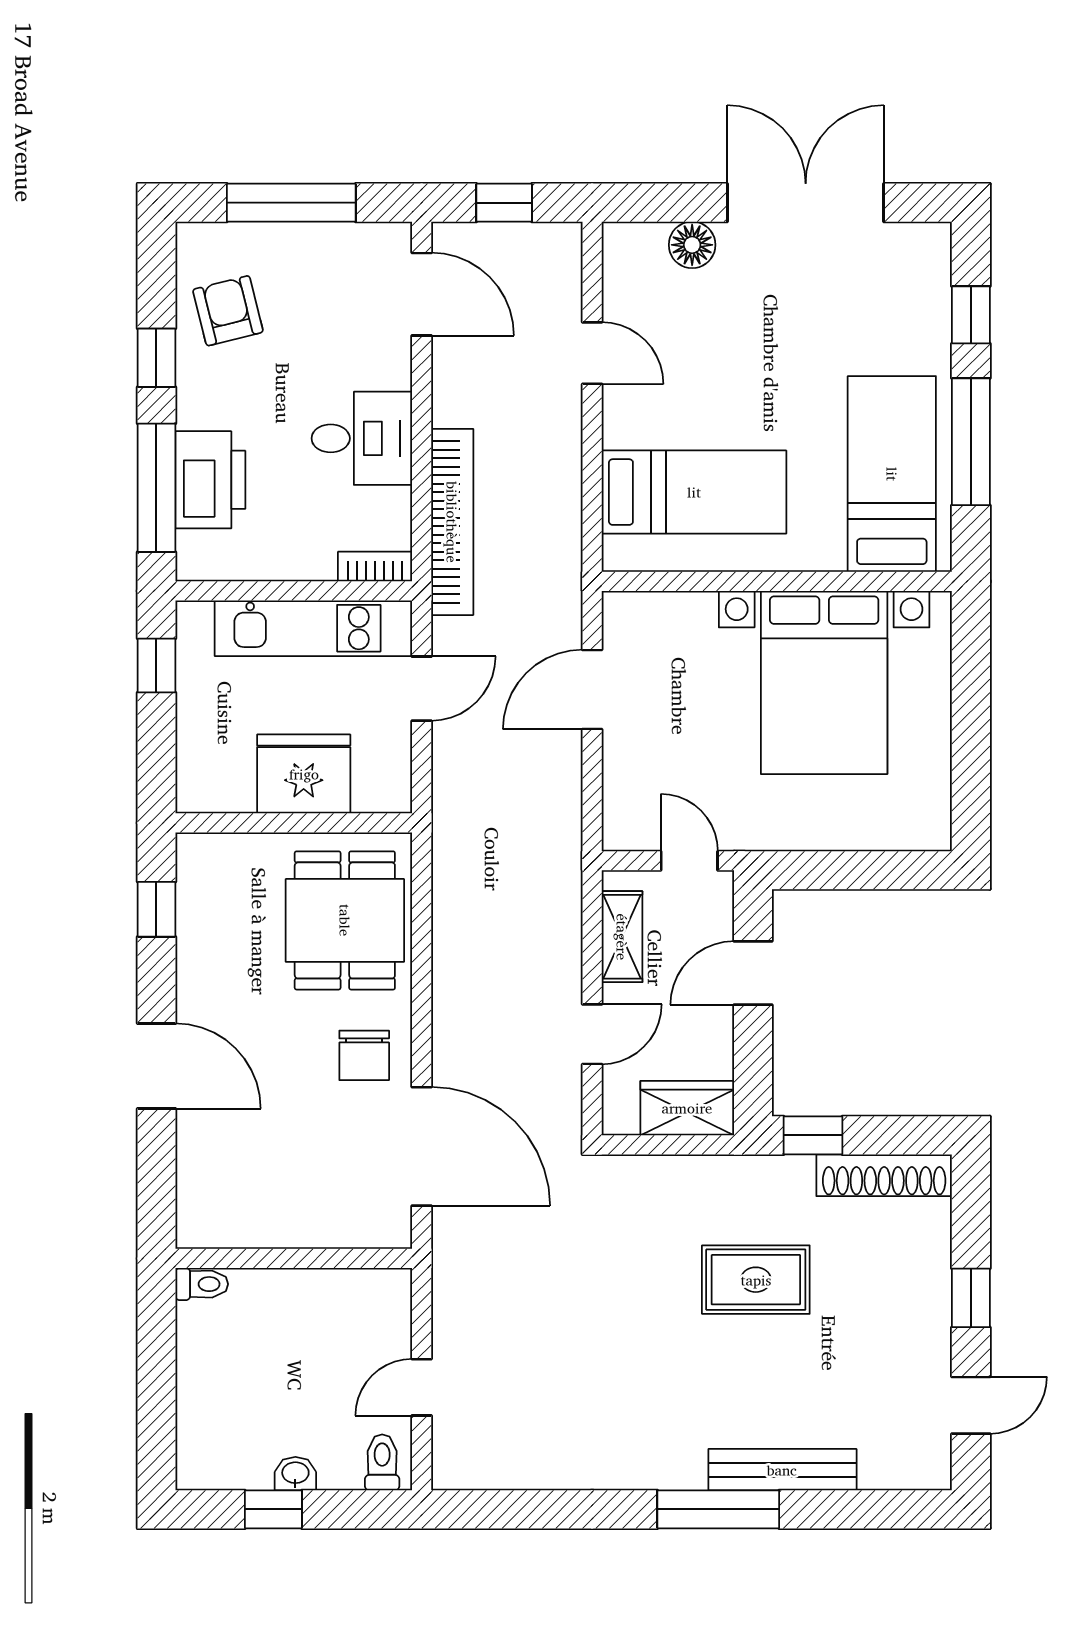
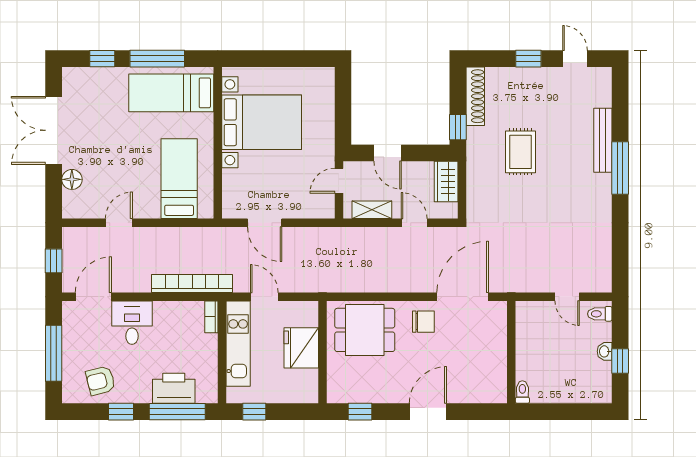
desk: (362, 438) -> (132, 323), moved

